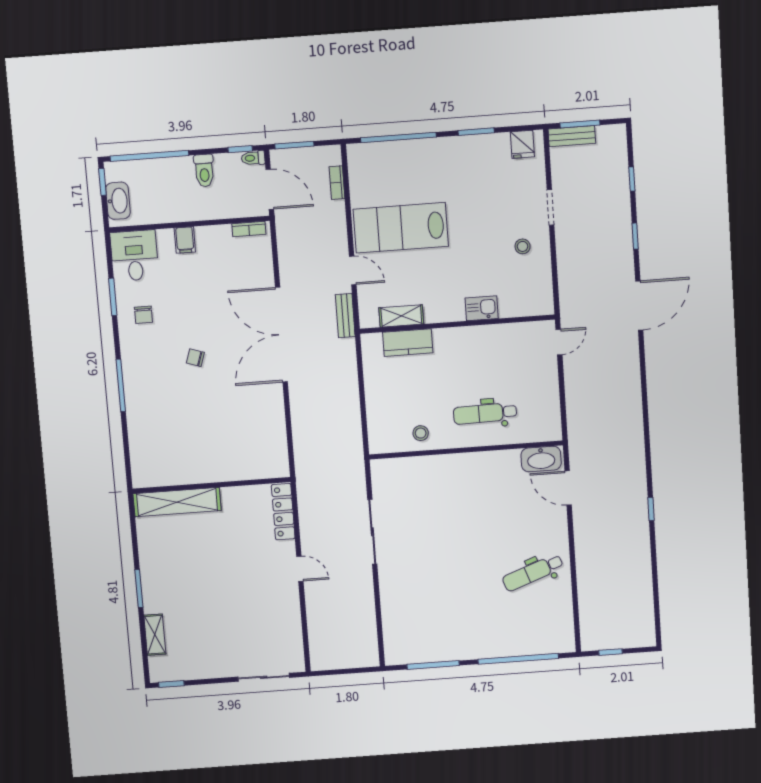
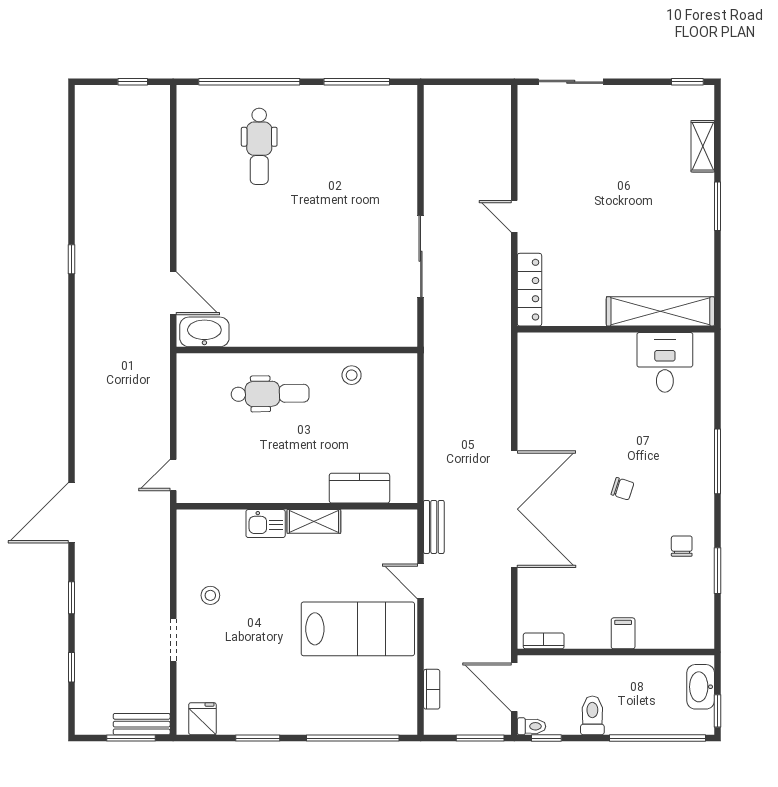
desk: (134, 256) -> (665, 362), moved, turned 180
shelving: (401, 316) -> (314, 521), moved
dental chair: (533, 573) -> (259, 146), moved, turned 110

